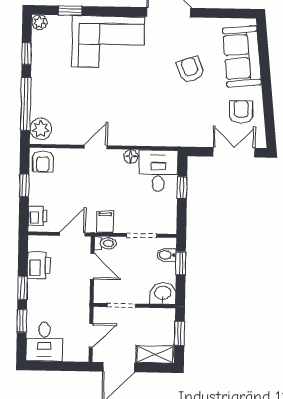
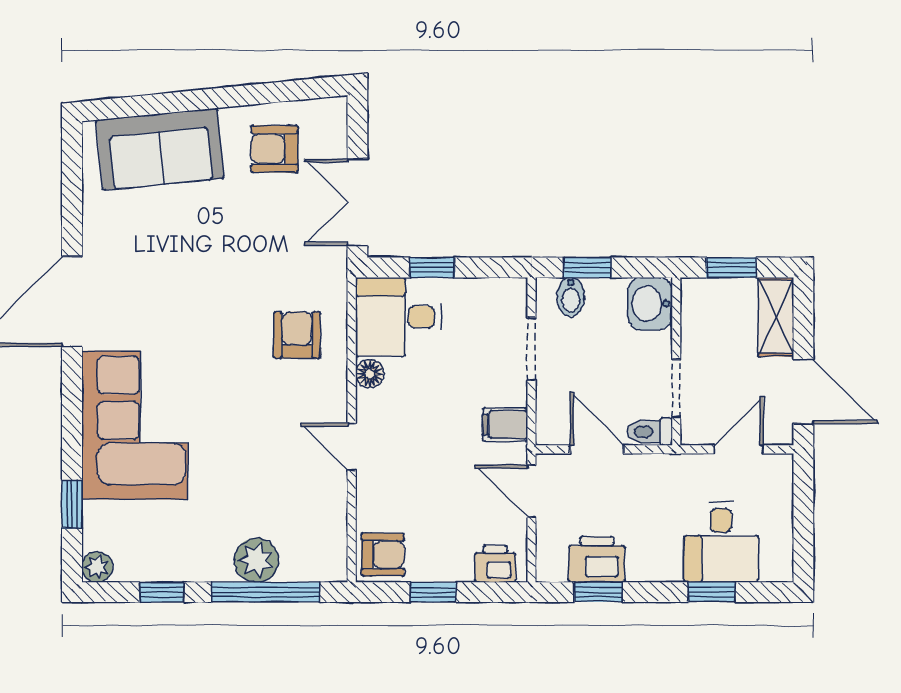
armchair: (190, 70) -> (297, 335), moved, turned 110
plant: (41, 129) -> (256, 560), moved
double door: (234, 152) -> (357, 202), moved
toilet: (105, 243) -> (650, 432), moved, turned -90
door: (92, 266) -> (597, 449), hinge flipped
window: (22, 288) -> (598, 592), moved
door: (91, 335) -> (739, 449), hinge flipped
desk: (44, 342) -> (721, 542), moved, turned 90

